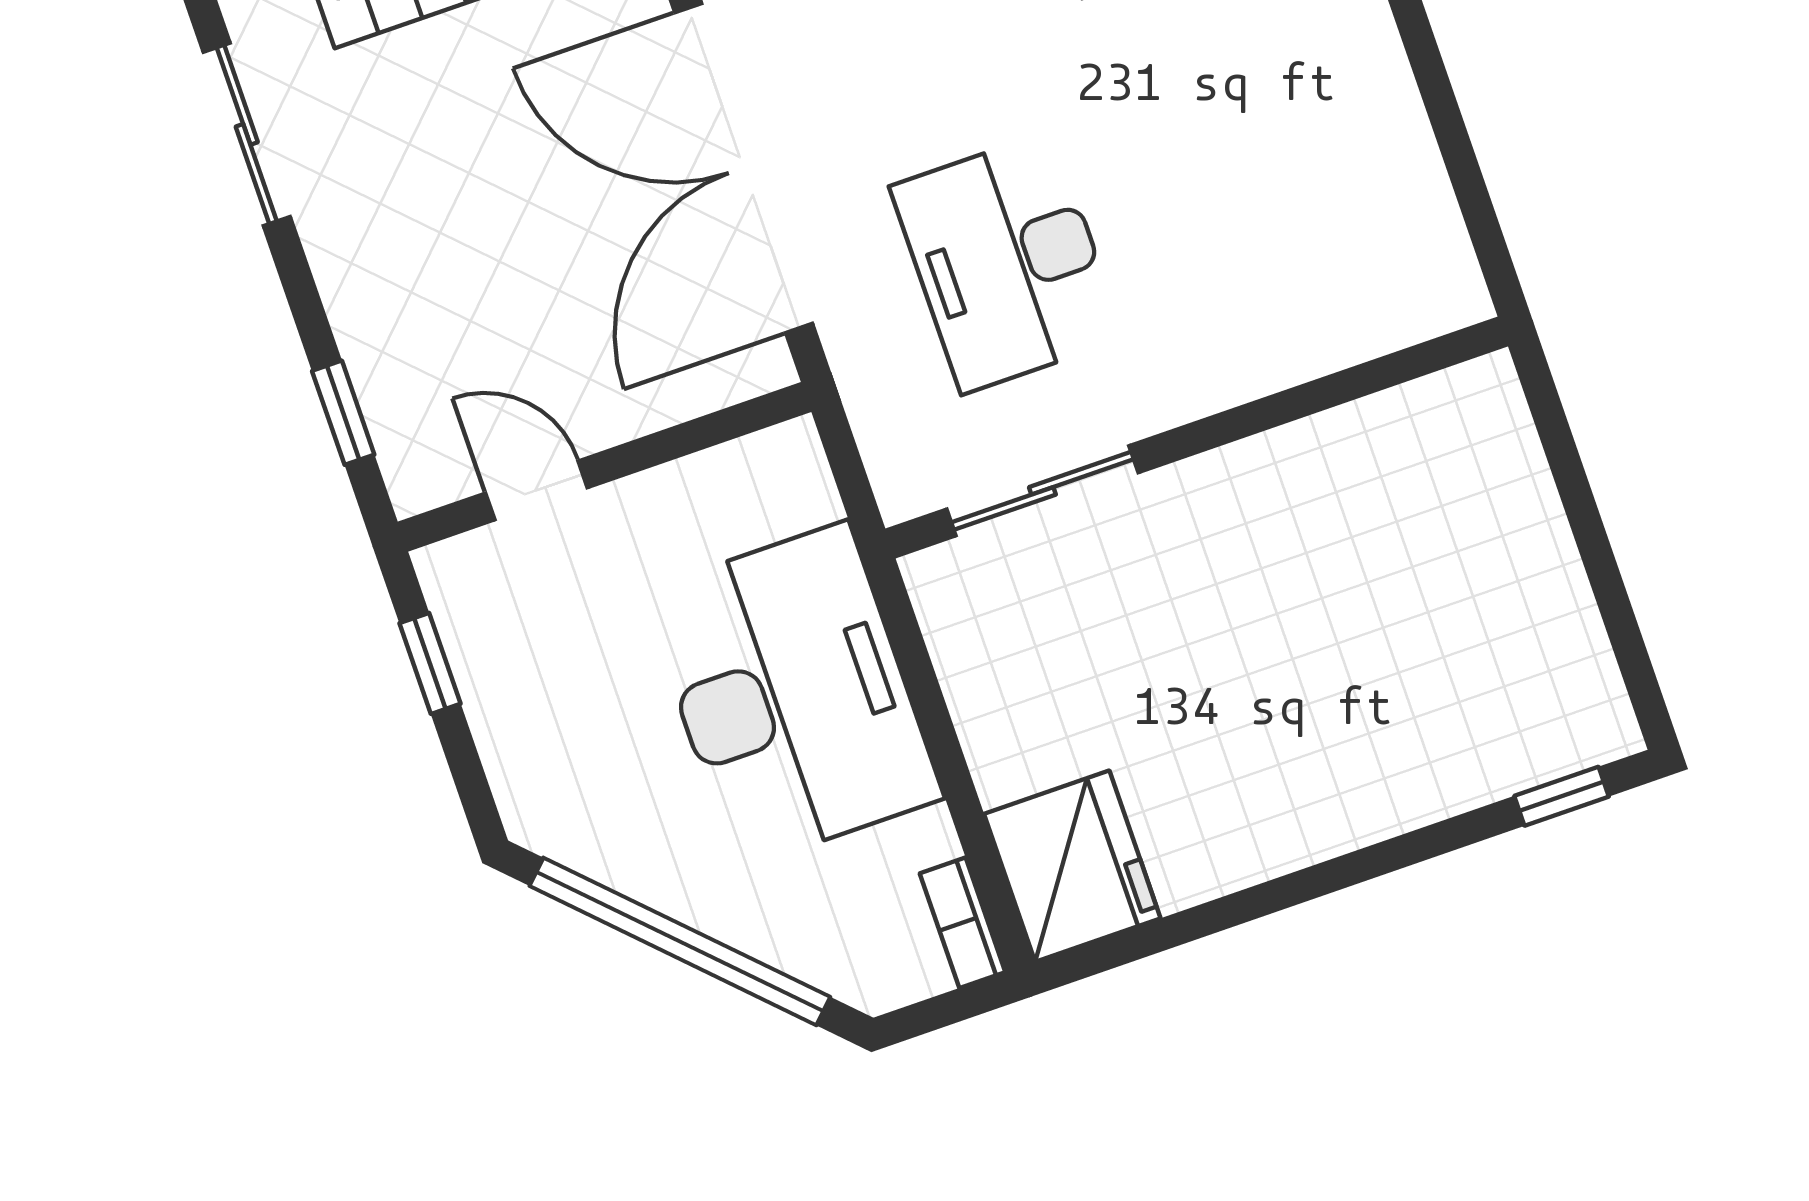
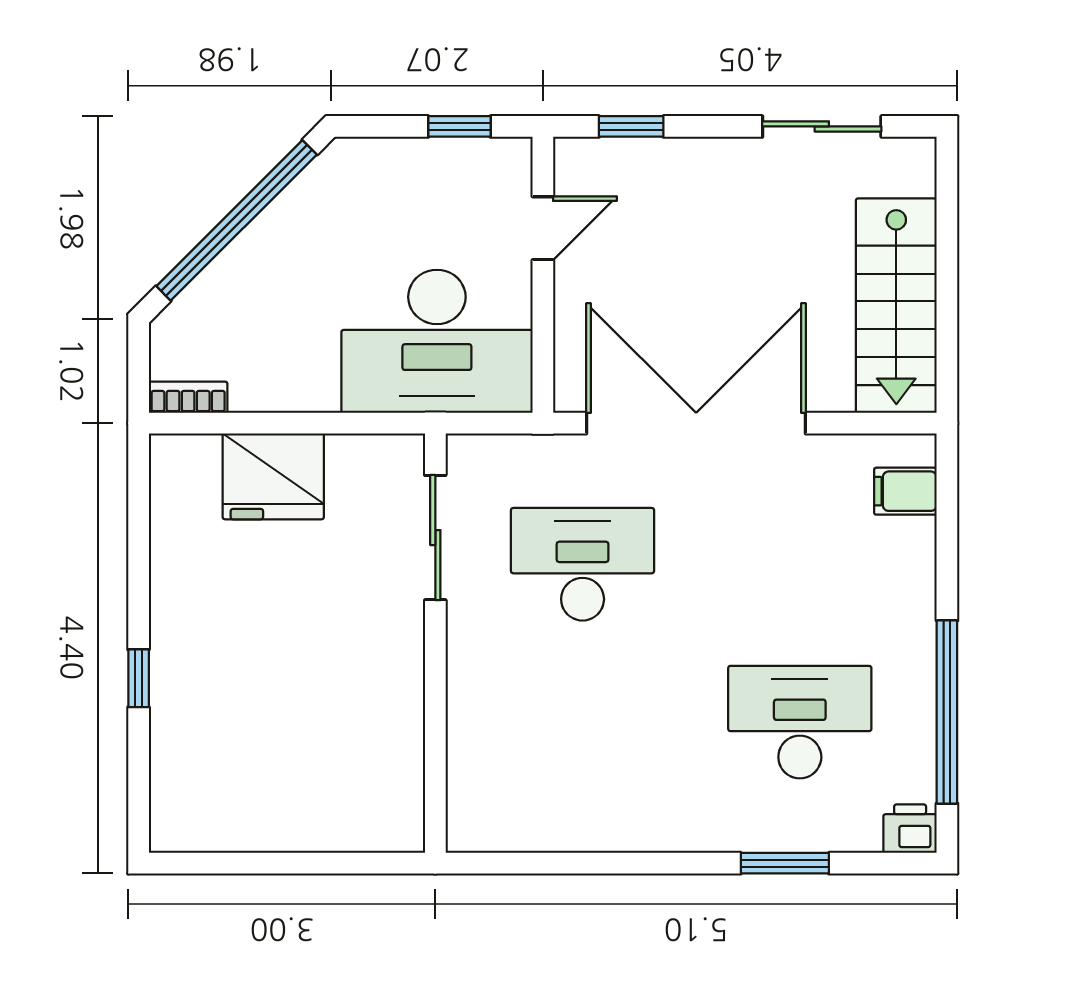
desk: (792, 695) -> (437, 341), moved
window: (1562, 796) -> (139, 678), moved
fridge: (1072, 866) -> (273, 476), moved

